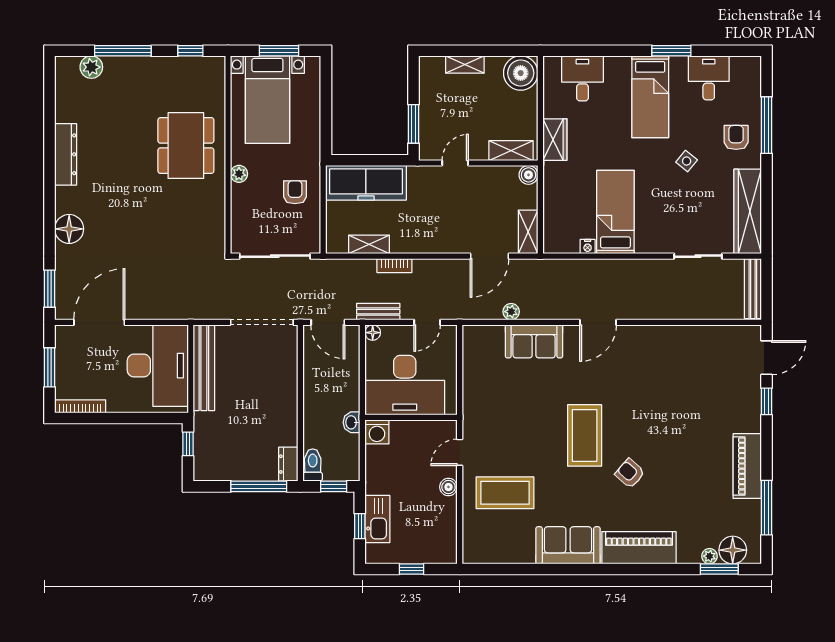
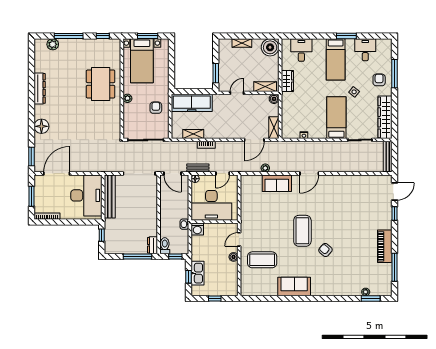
bed: (615, 212) -> (336, 118), moved
piano: (639, 548) -> (330, 288), removed
floor lamp: (733, 550) -> (377, 289), removed

